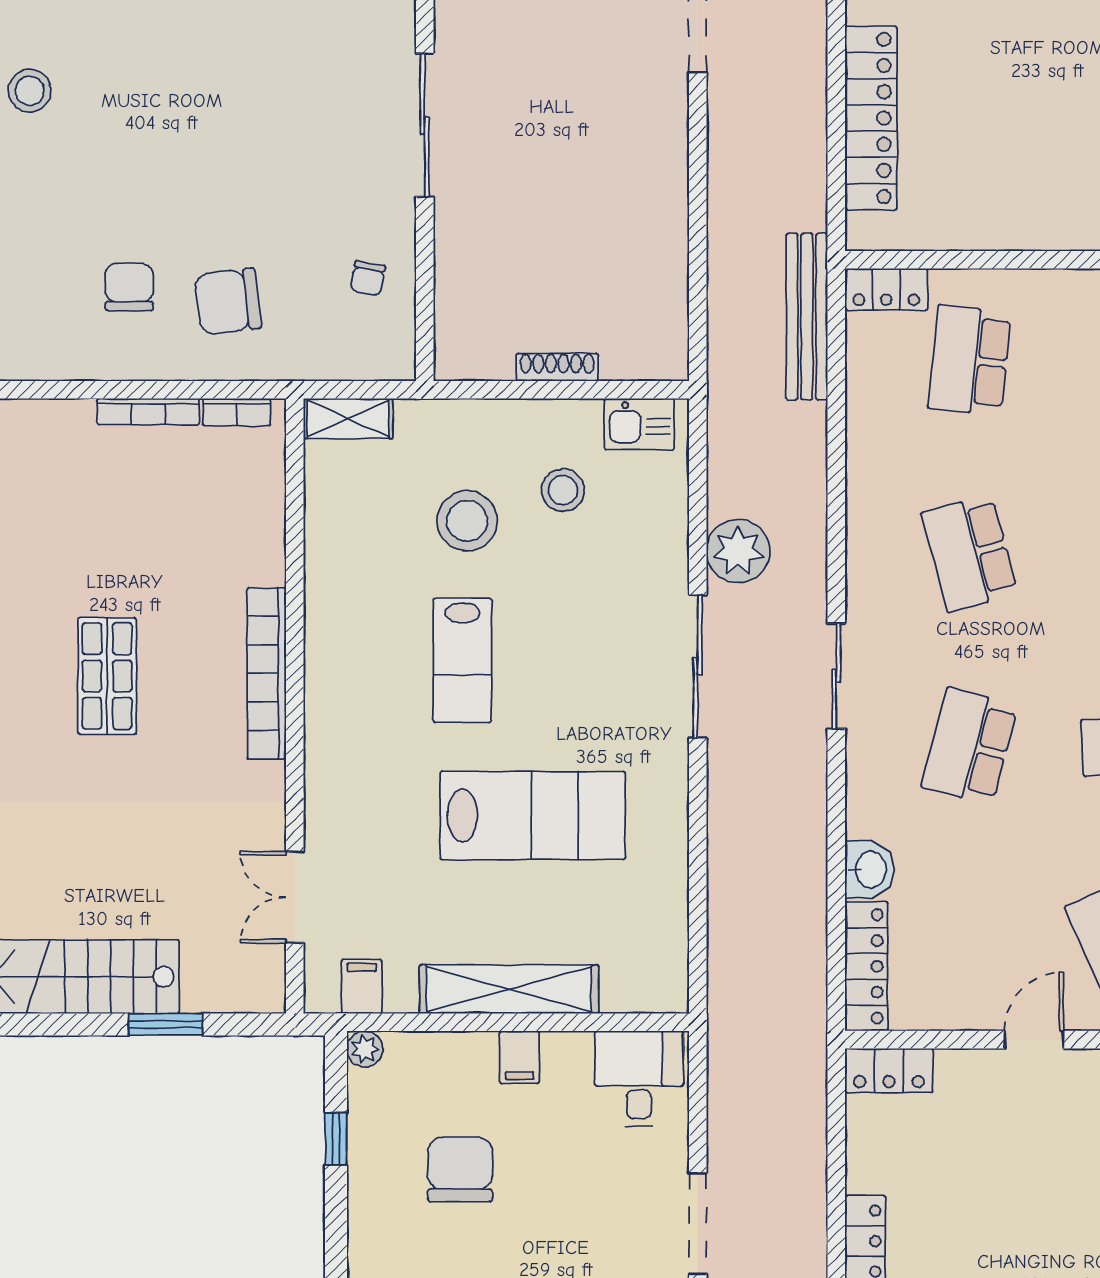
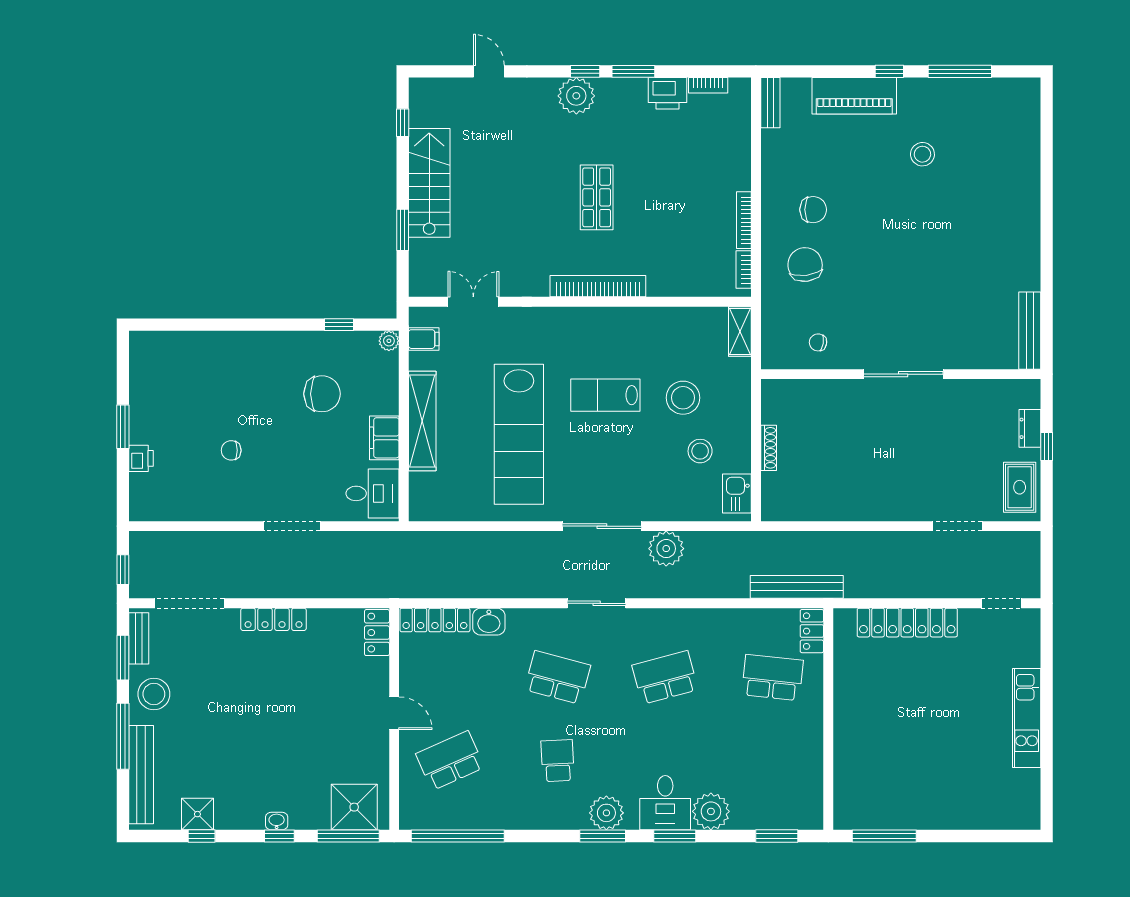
shop shelf: (107, 676) -> (597, 197), turned 90
lab bench: (533, 815) -> (519, 434), width x1.36
filing cabinet: (519, 1057) -> (384, 438), width x2.00

